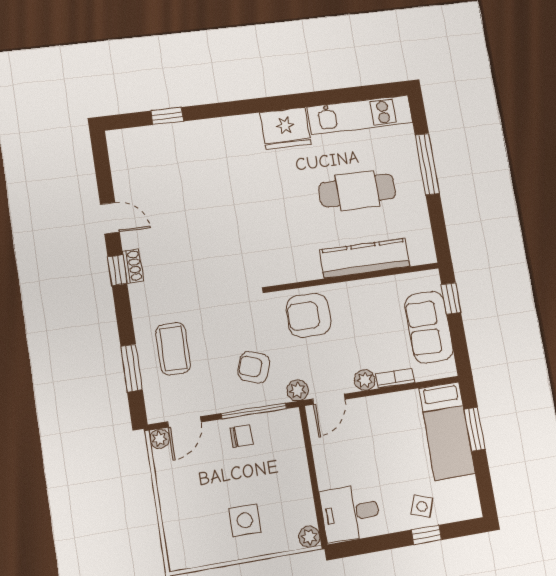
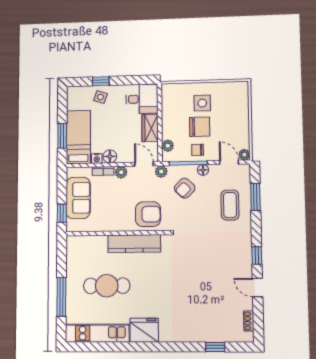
kitchen counter: (365, 258) -> (134, 244), moved
shoe rack: (133, 266) -> (249, 321), moved
armchair: (254, 367) -> (185, 188), turned 114
nightstand: (410, 398) -> (97, 158), added
door: (329, 399) -> (144, 164), hinge flipped
floor lamp: (227, 403) -> (203, 170), added
floor lamp: (388, 405) -> (110, 156), added
door: (184, 422) -> (229, 162), hinge flipped
wardrobe: (328, 463) -> (150, 128), added
chair: (244, 477) -> (200, 127), added
plant: (309, 537) -> (168, 146), moved

